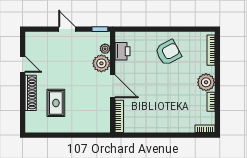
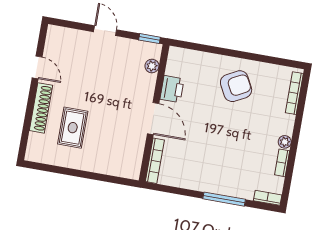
printer: (122, 51) -> (172, 89), moved
plant: (101, 63) -> (143, 85), removed
plant: (206, 82) -> (285, 142), width x0.53, depth x0.53
window: (174, 135) -> (224, 199), added

